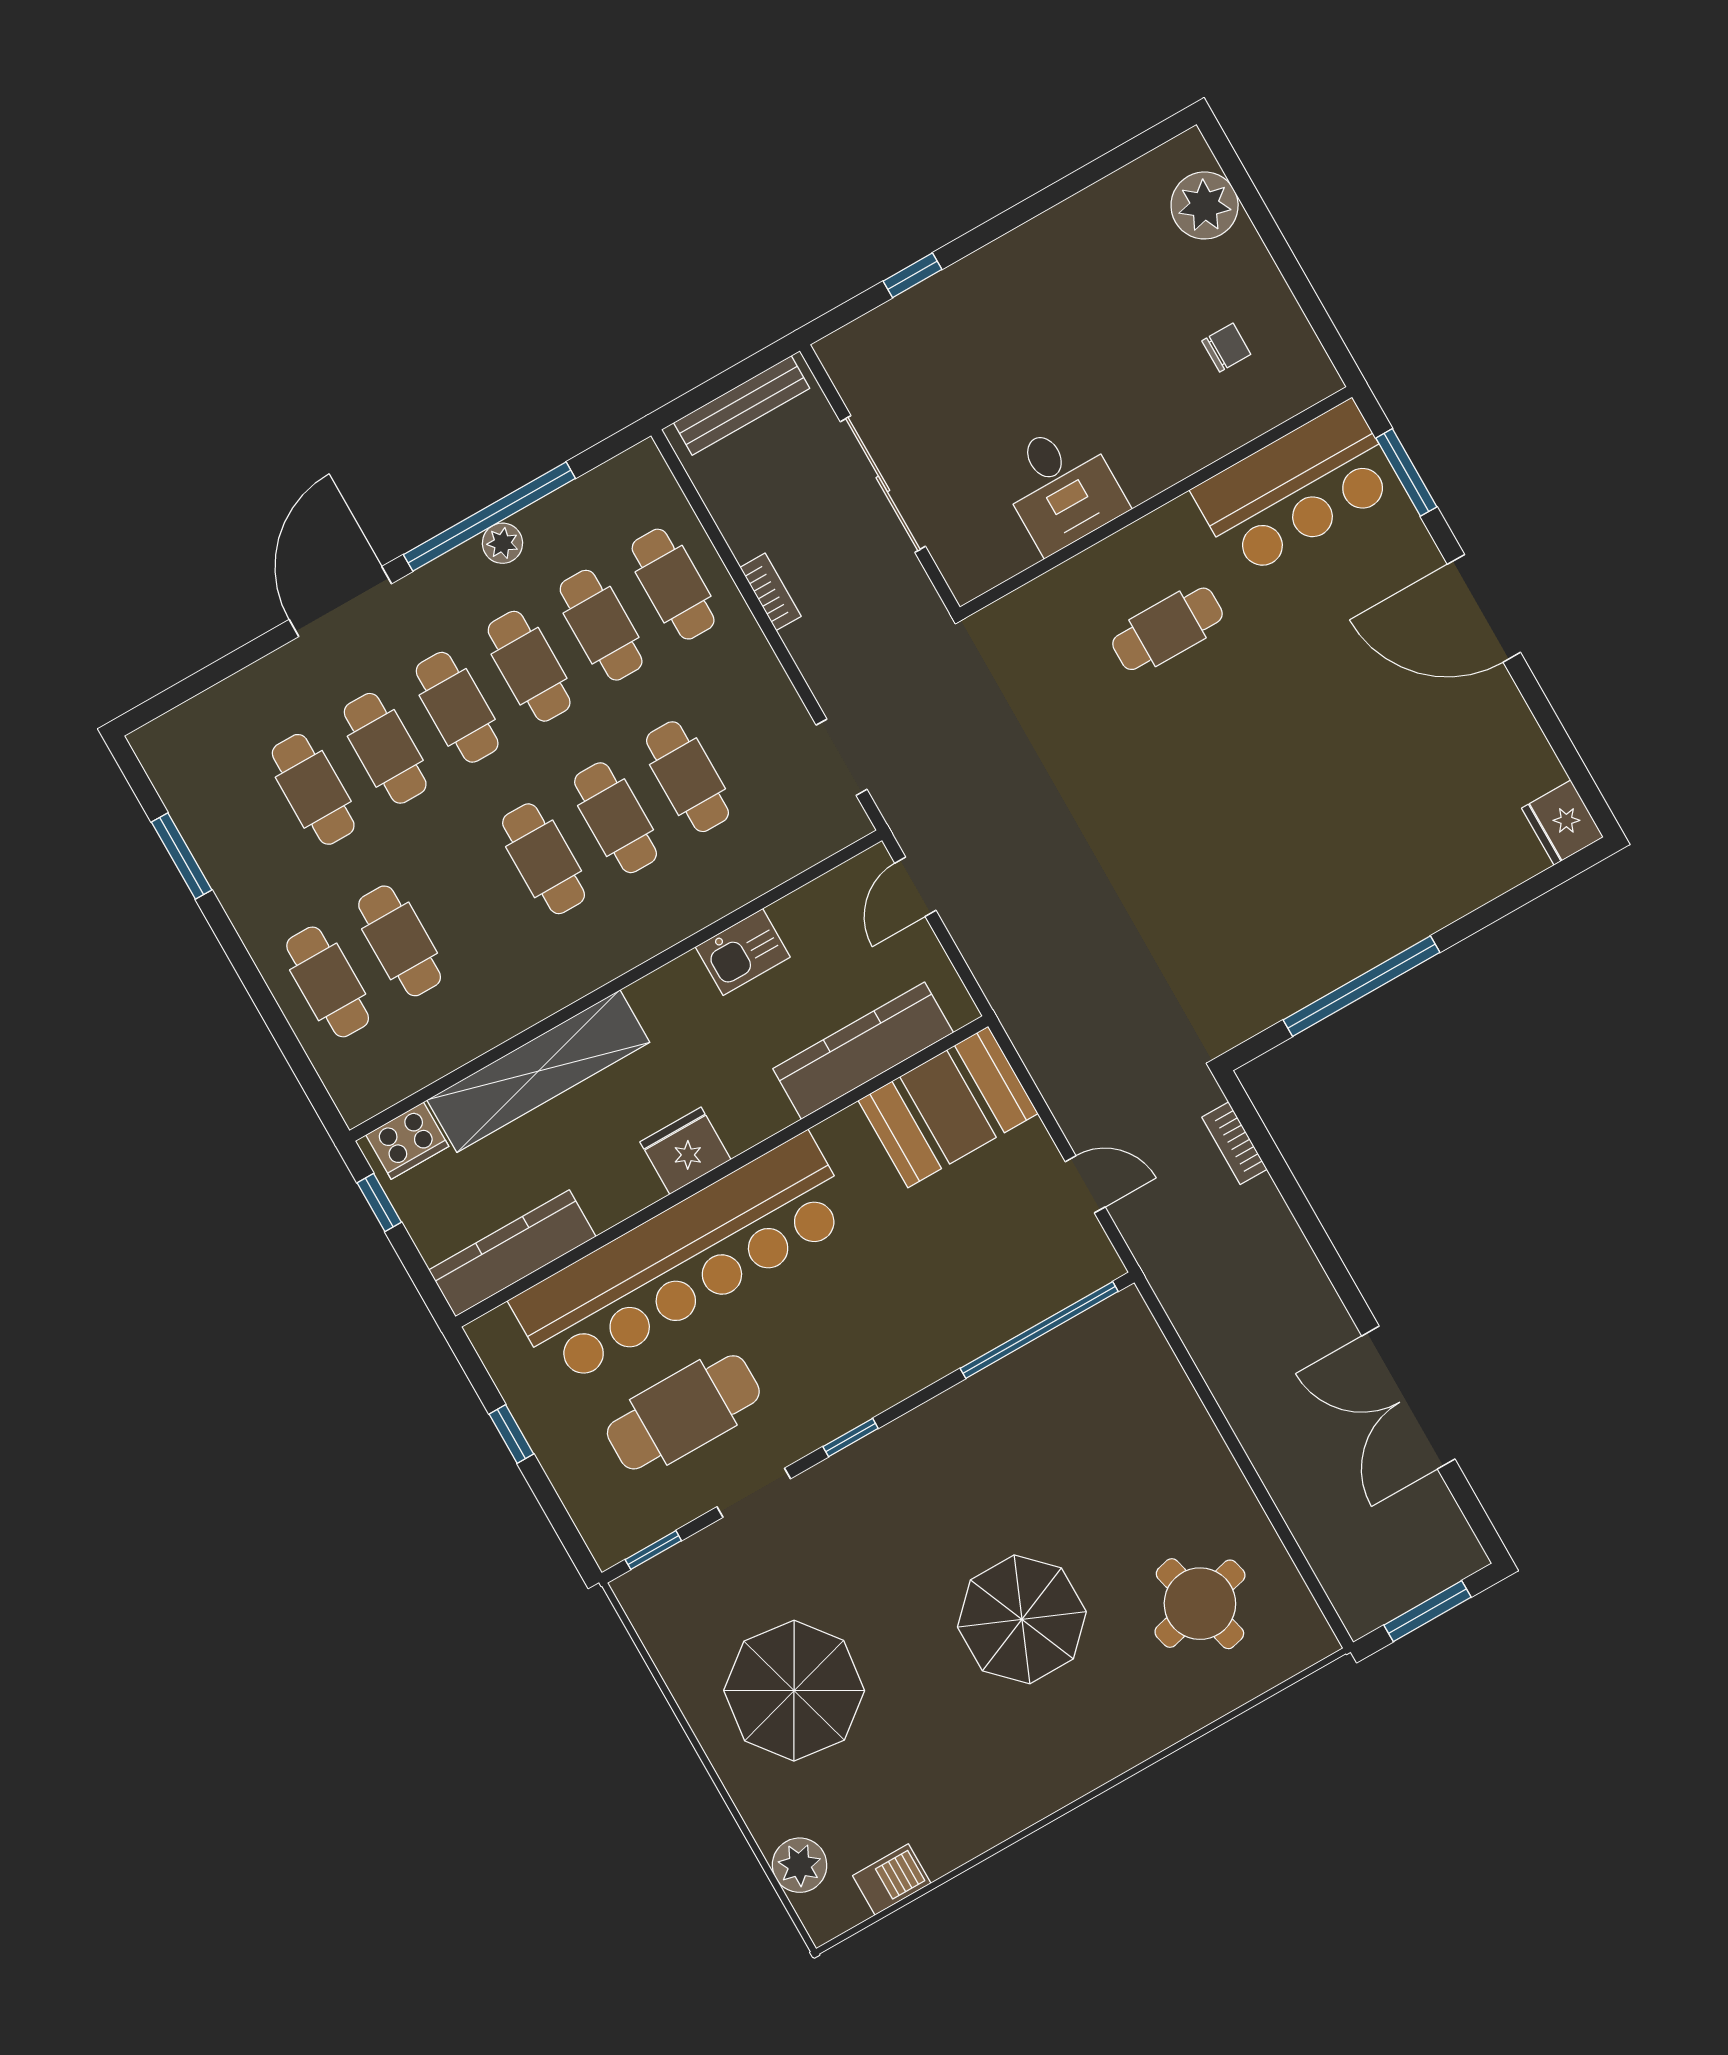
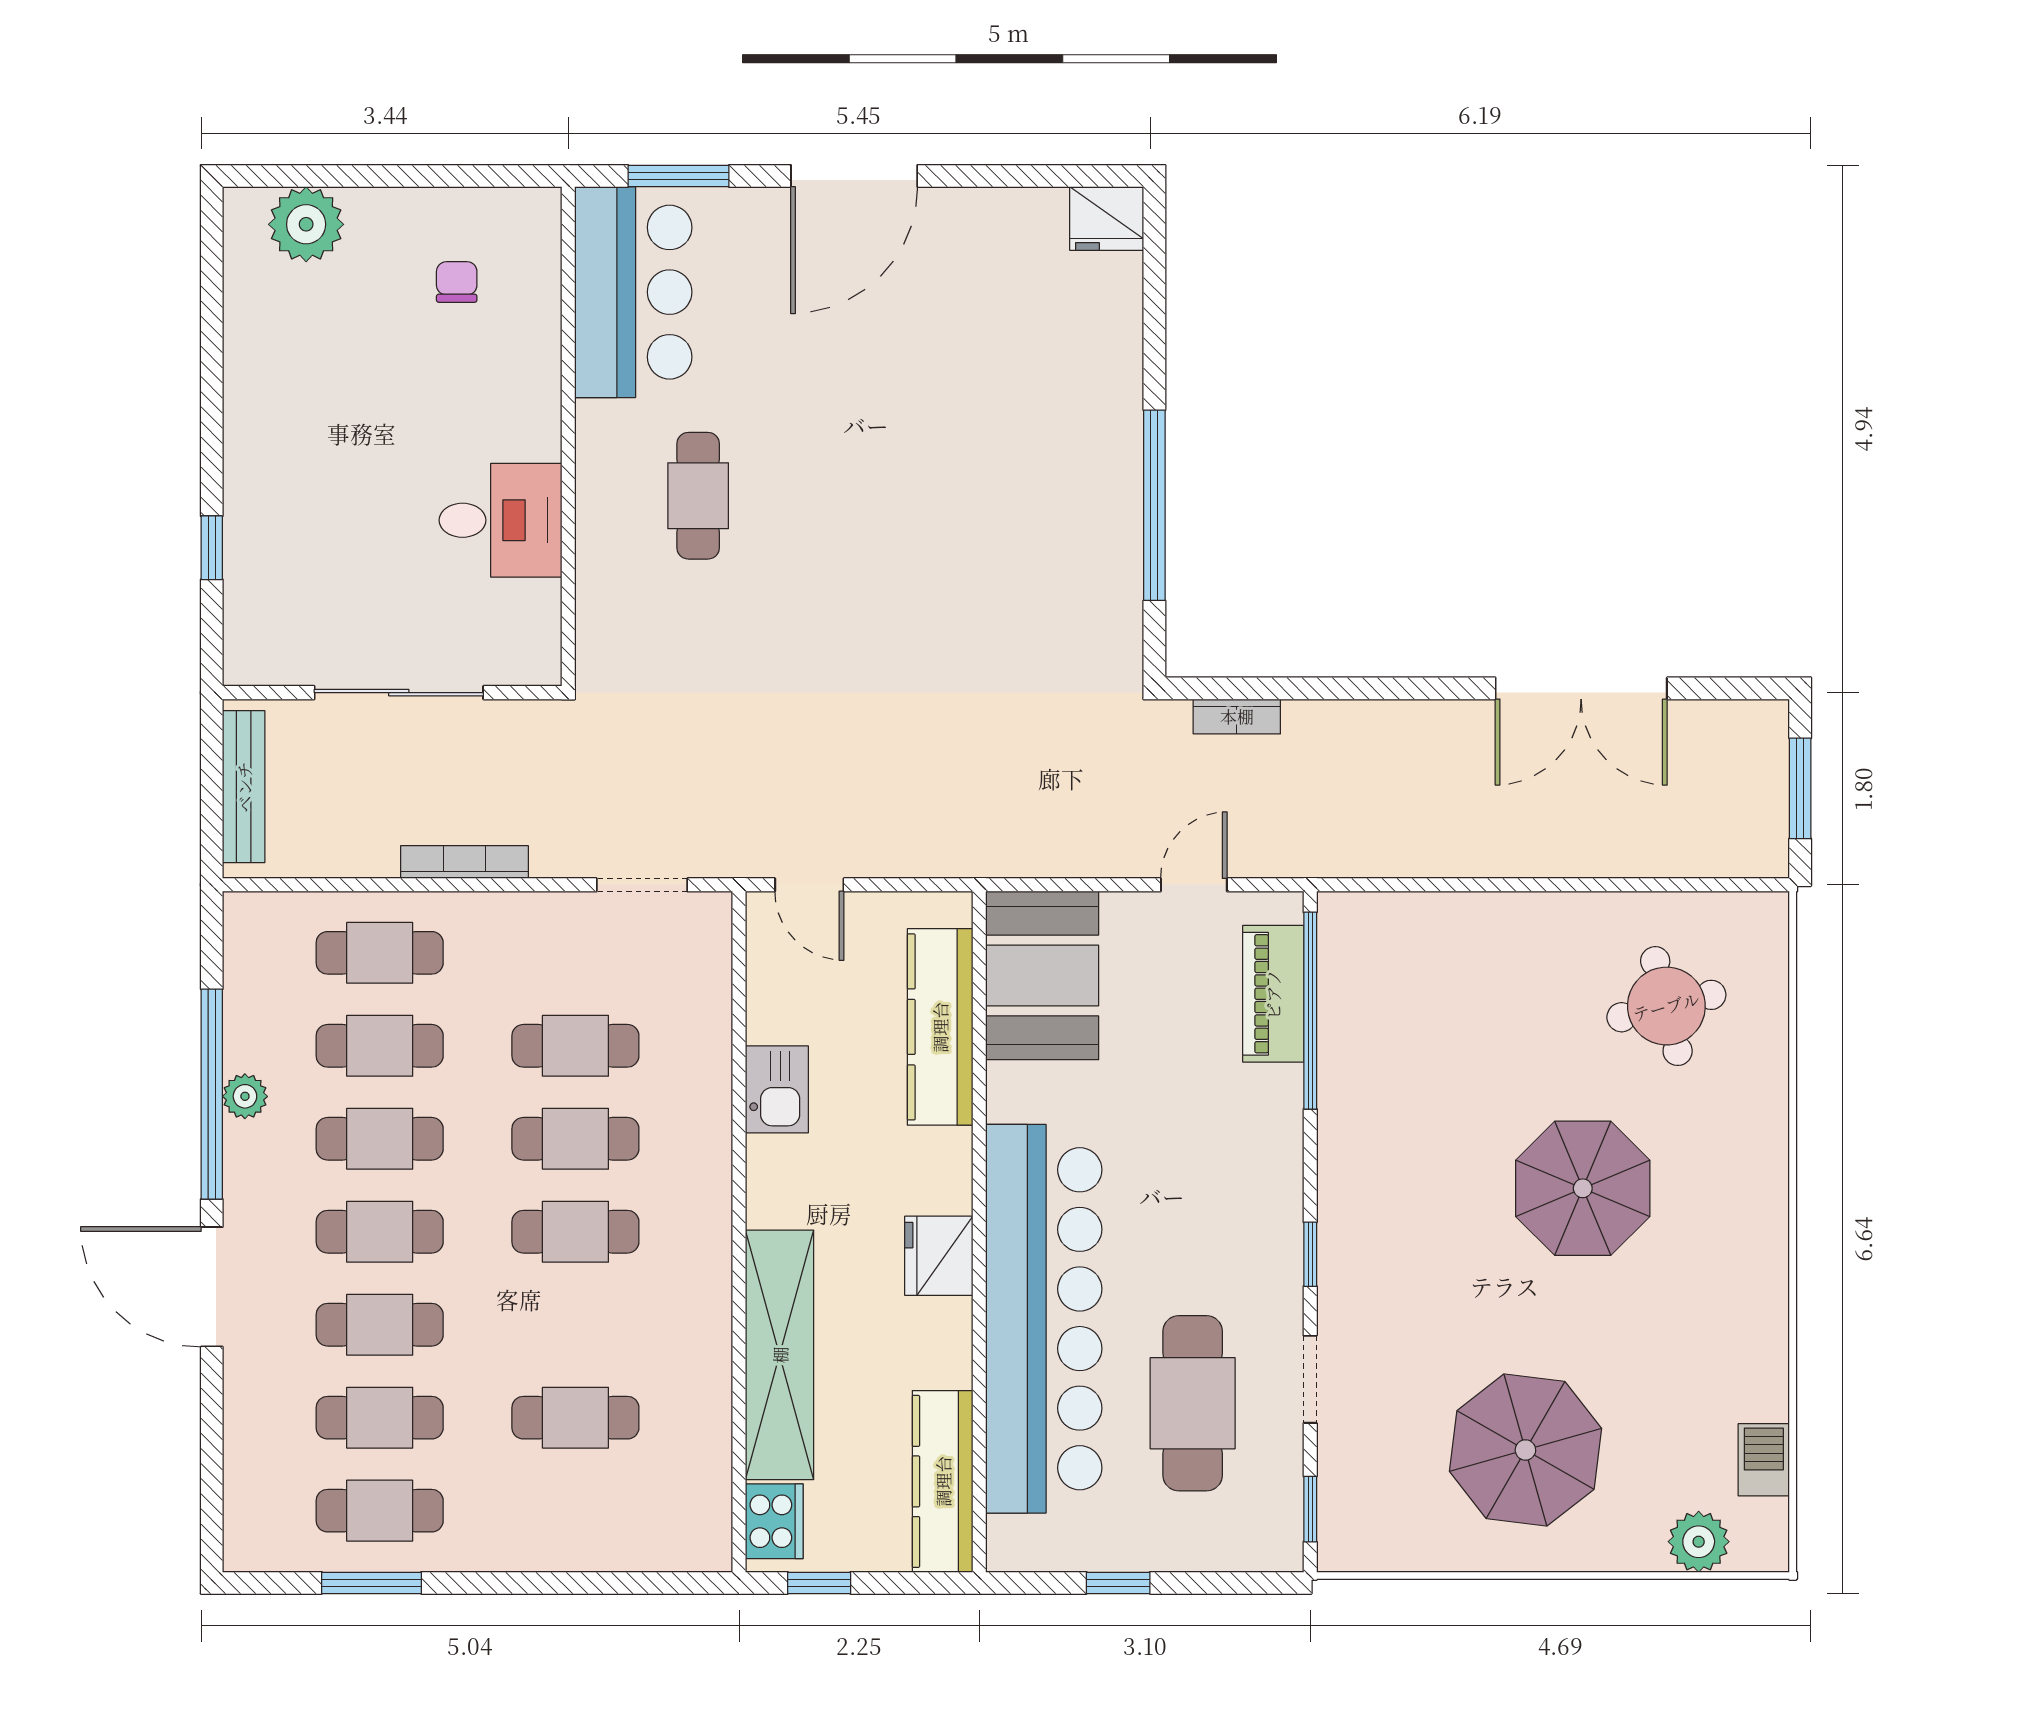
bookcase: (771, 592) -> (464, 862), width x1.56
cafe table: (328, 982) -> (380, 1511), moved
piano: (1036, 1294) -> (1273, 994), added

